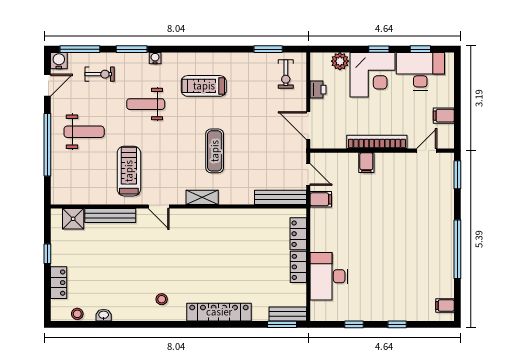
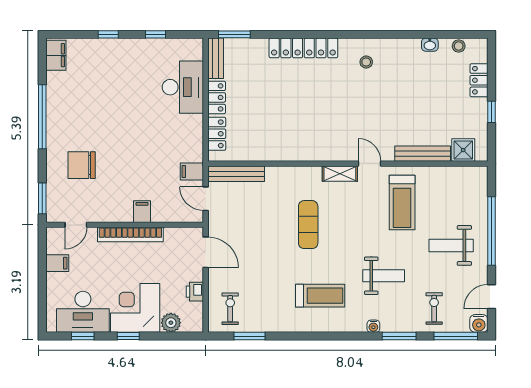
exercise bike: (100, 74) -> (434, 309), turned 90
shelving: (202, 197) -> (340, 174), moved
chair: (421, 205) -> (82, 165), added
filing cabinet: (445, 305) -> (56, 55), width x2.00
bench: (288, 314) -> (216, 58), moved, turned 90

